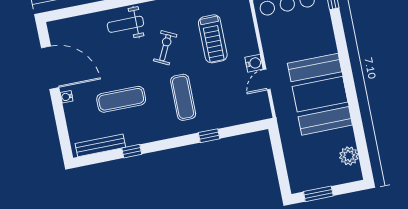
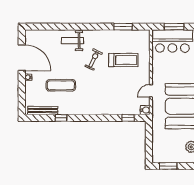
treadmill: (213, 39) -> (123, 60), turned -90
water cooler: (254, 63) -> (145, 110), moved
exercise mat: (183, 97) -> (98, 92), removed
window: (209, 136) -> (128, 118), moved

